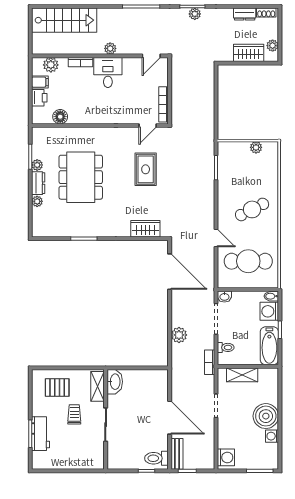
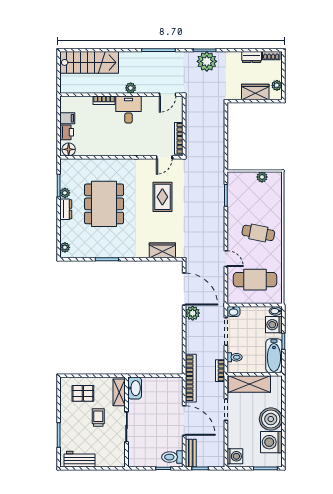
plant: (195, 14) -> (207, 61), width x1.87, depth x1.87
plant: (51, 65) -> (77, 103), removed
floor lamp: (60, 117) -> (69, 149), moved
plant: (37, 201) -> (65, 247), moved
cafe table: (252, 209) -> (258, 233), turned 38
plant: (179, 335) -> (193, 313), moved
bookcase: (177, 371) -> (191, 378), added
shelving: (242, 375) -> (249, 384), width x1.50, depth x1.33
workbench: (40, 434) -> (80, 459), moved, turned -90
washing machine: (272, 436) -> (271, 442), width x1.89, depth x1.89

